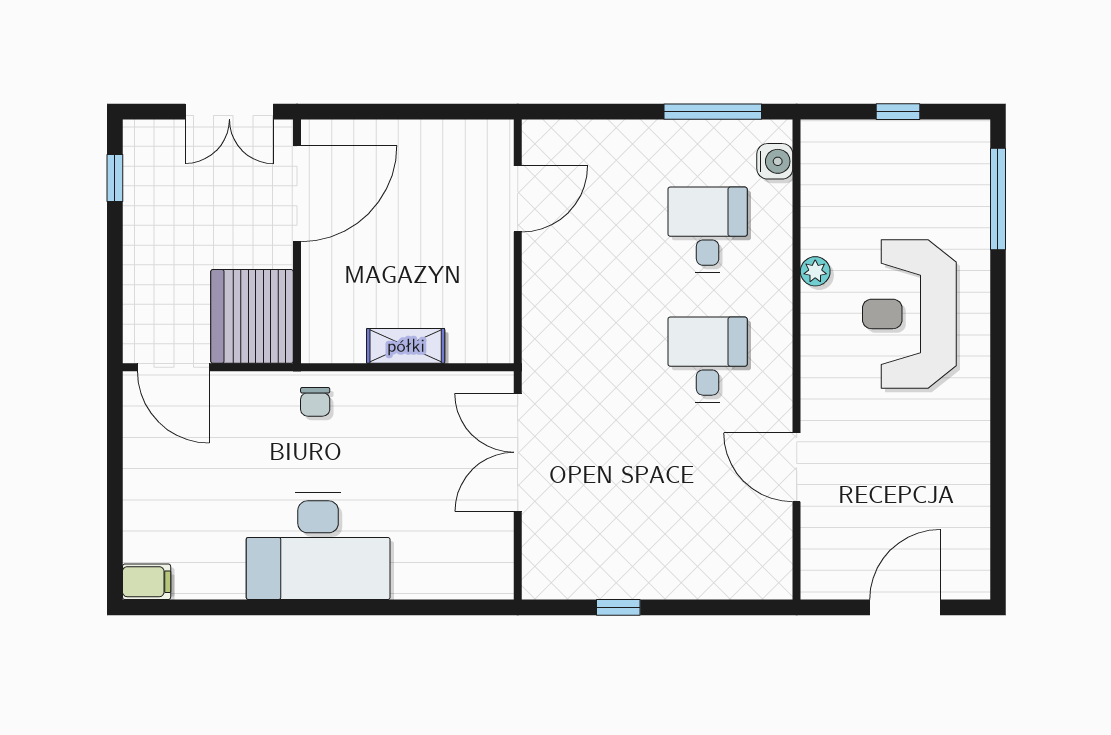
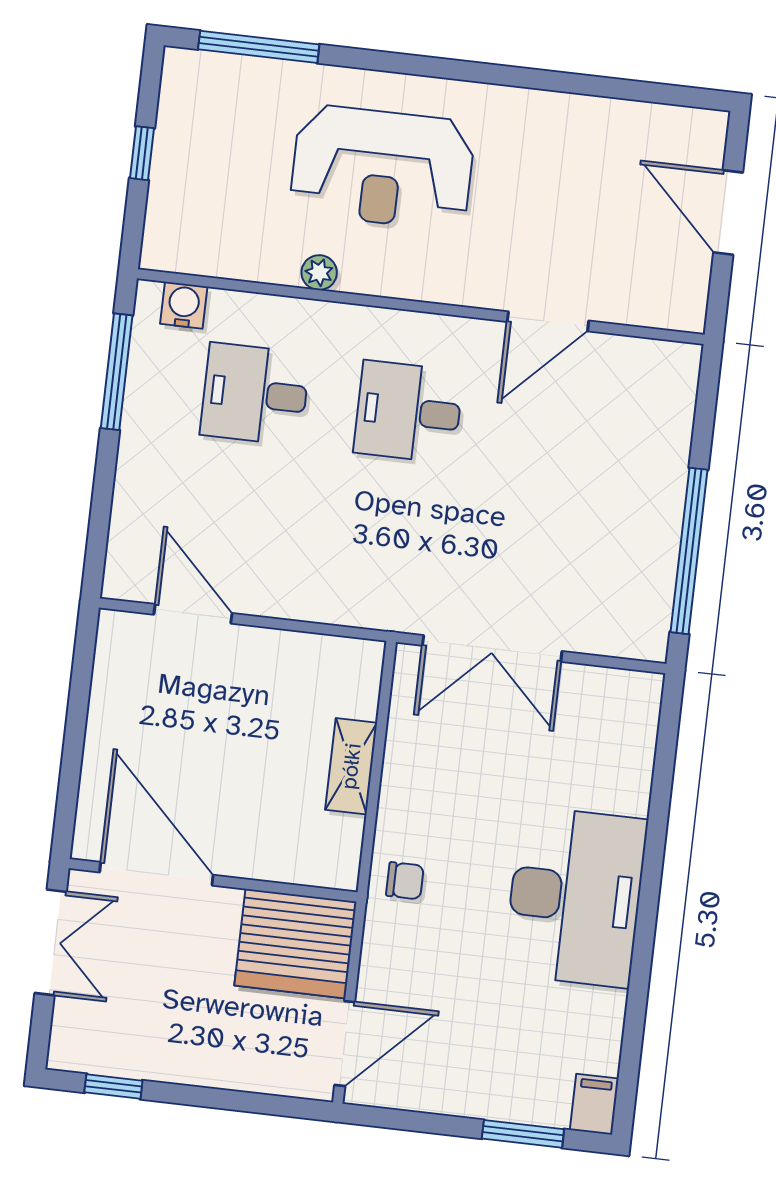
window: (115, 525) -> (523, 1134), added
window: (618, 607) -> (689, 551), width x3.17

